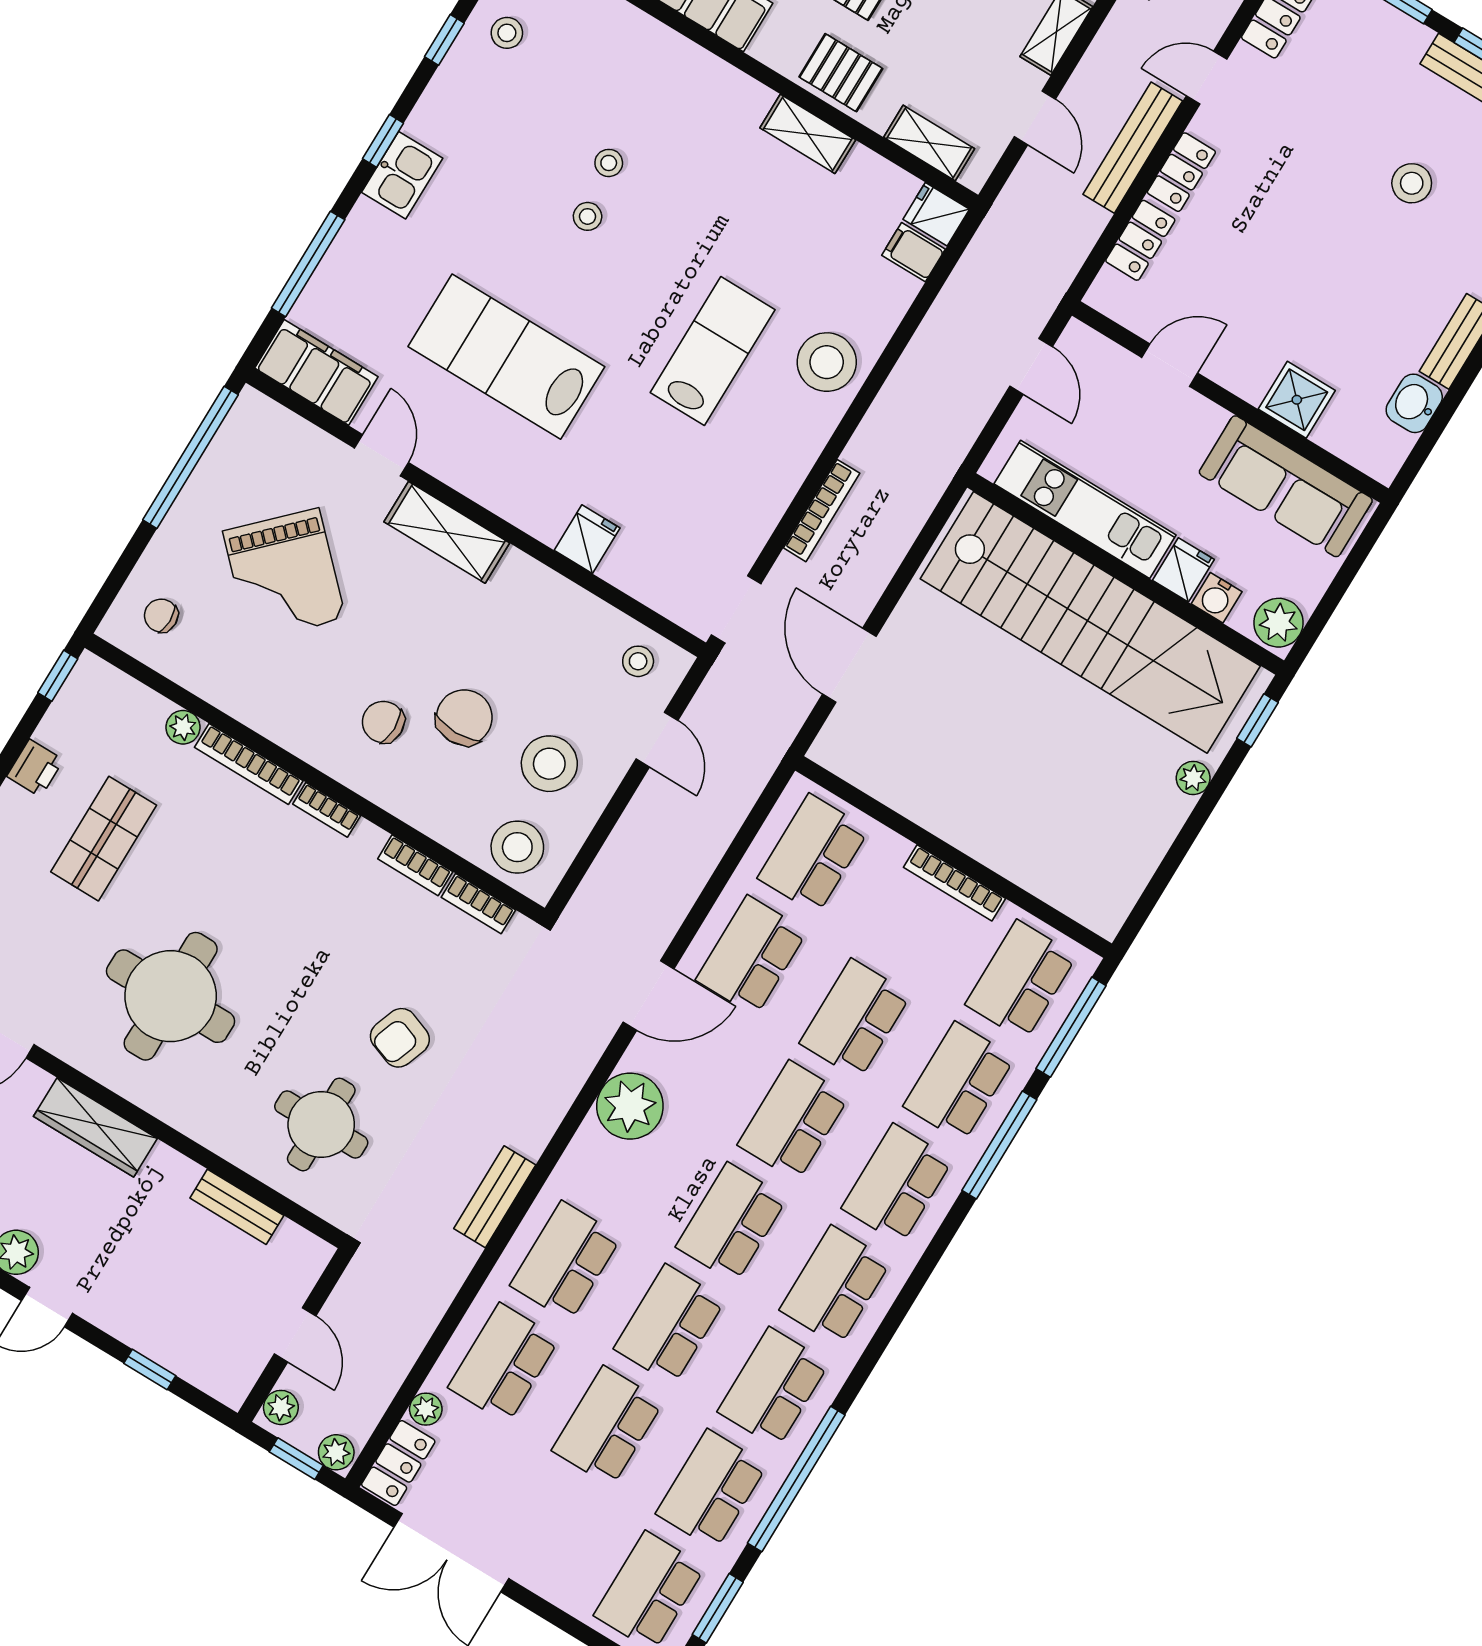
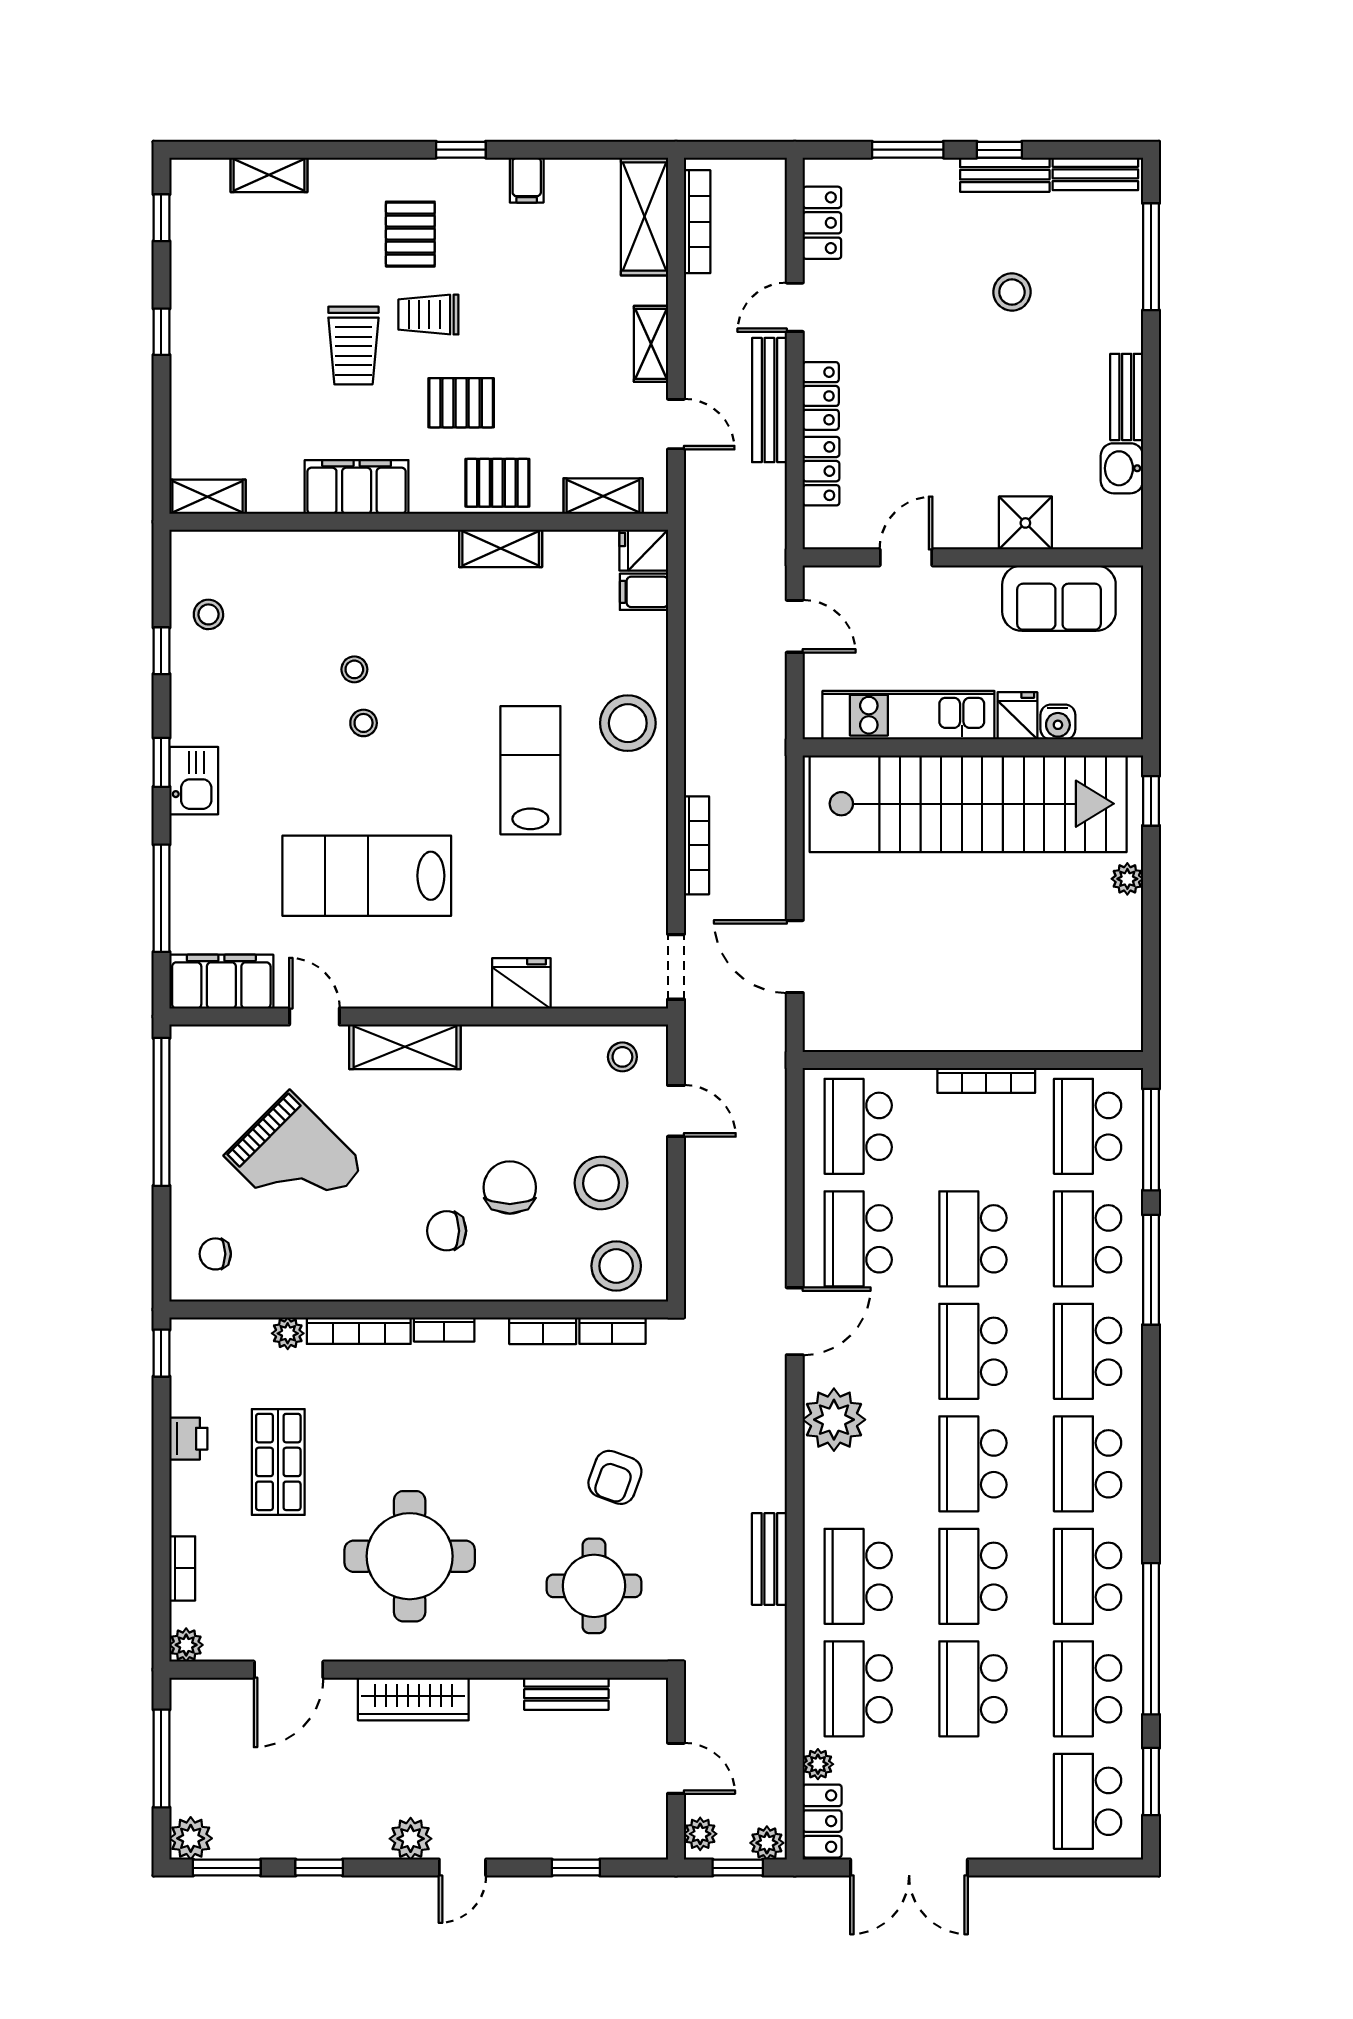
sofa: (1286, 486) -> (1059, 598), width x0.73
fridge: (587, 539) -> (521, 983), width x1.38
plant: (1278, 623) -> (1120, 712), removed

